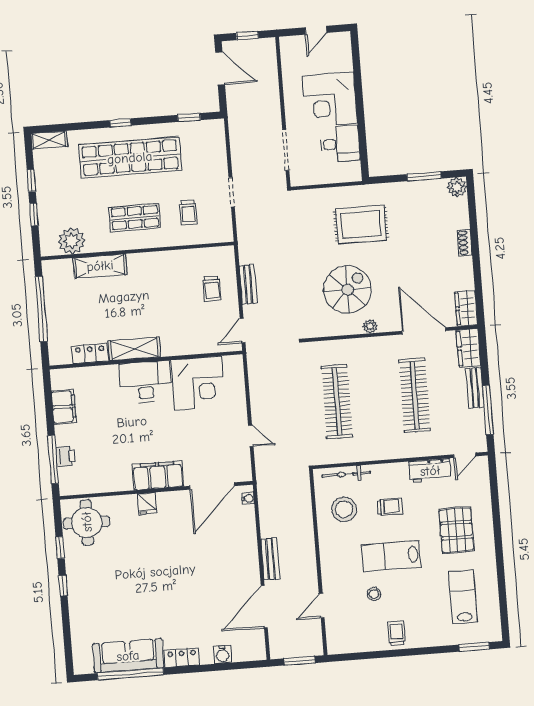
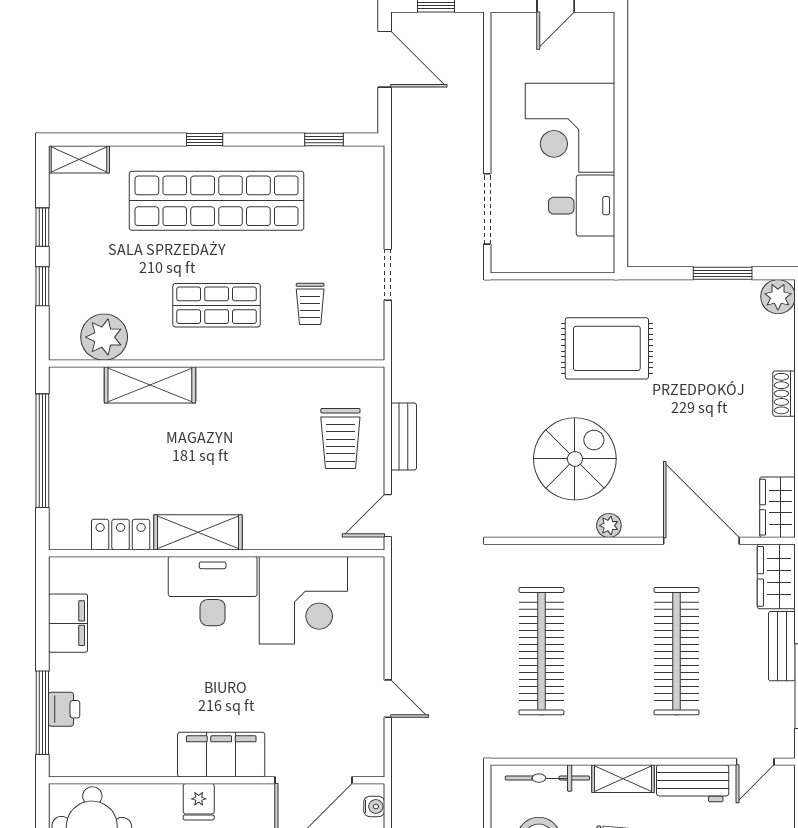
trolley: (212, 288) -> (340, 439), width x1.36, depth x1.39
shelving: (390, 471) -> (623, 779), added

